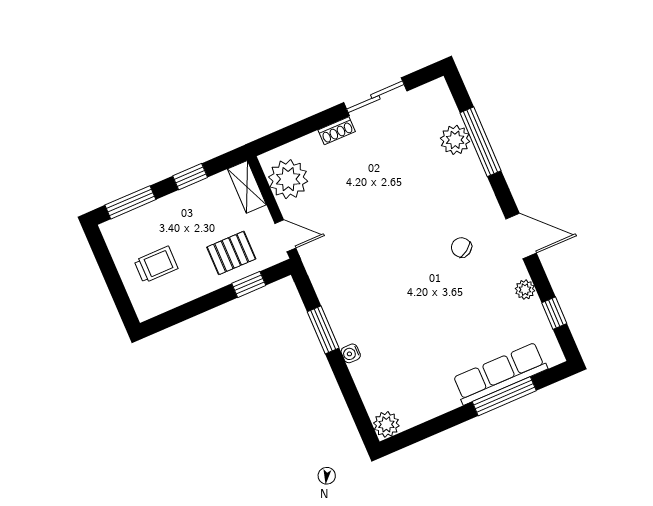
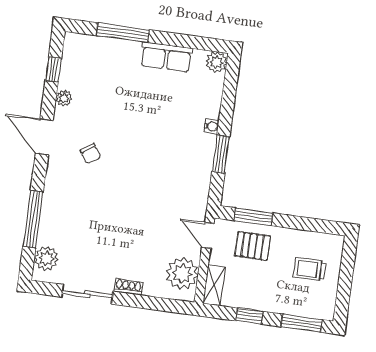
plant: (455, 140) -> (46, 258), moved
window: (249, 284) -> (253, 217), width x1.50
row of seats: (500, 374) -> (166, 57), moved, width x0.68

